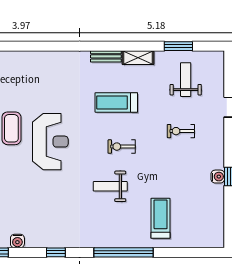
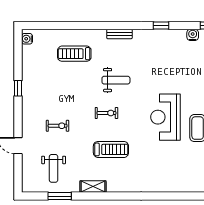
bench: (106, 56) -> (119, 34), moved
water cooler: (218, 177) -> (27, 39), moved
treadmill: (161, 218) -> (74, 54), turned 90
window: (124, 252) -> (105, 26), removed

